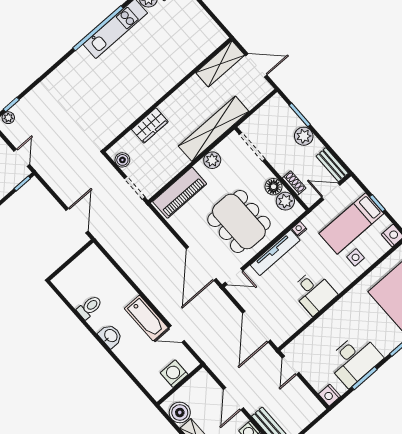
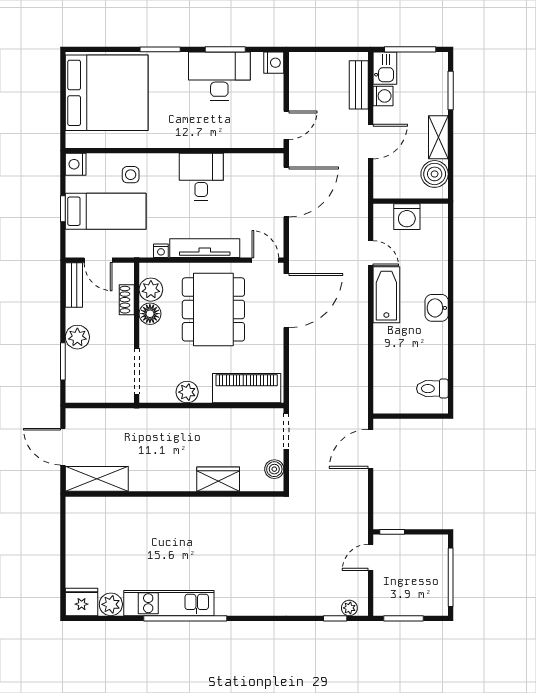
shelving: (214, 129) -> (159, 421), removed
toilet: (90, 307) -> (432, 389), moved

